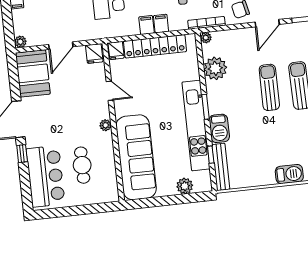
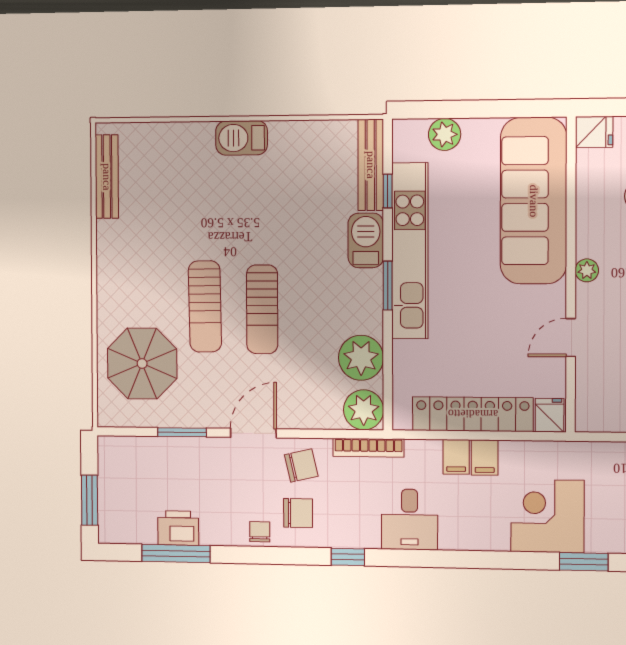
plant: (206, 38) -> (364, 410), width x1.87, depth x1.87
fridge: (94, 54) -> (594, 132), moved, turned 90
door: (110, 91) -> (571, 338), hinge flipped

